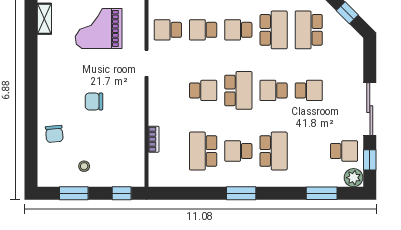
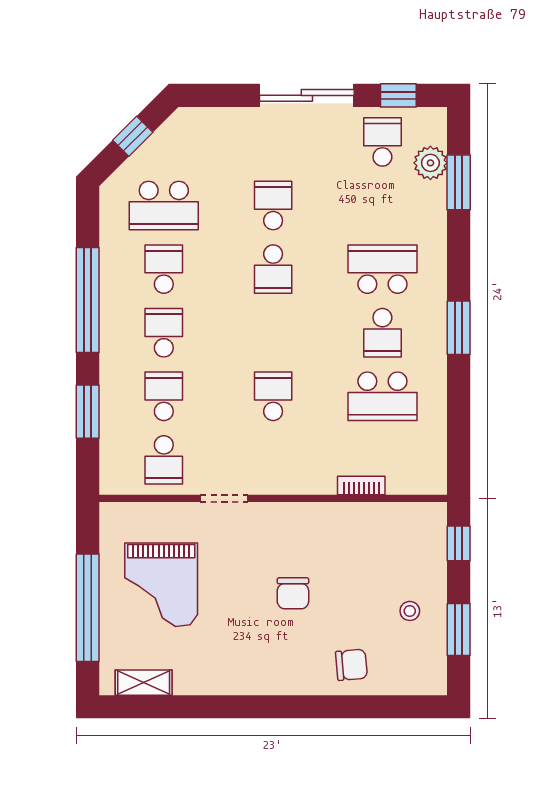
school desk: (203, 30) -> (164, 396), turned 180
school desk: (238, 30) -> (164, 333), turned 180
school desk: (274, 30) -> (164, 269), width x0.54
school desk: (238, 90) -> (273, 333), removed
plant: (353, 178) -> (430, 163), moved

